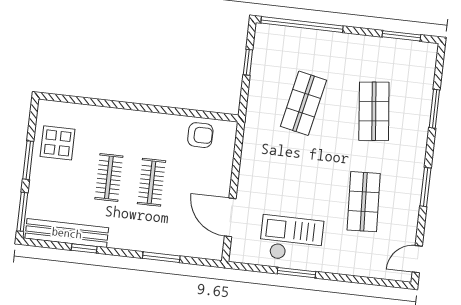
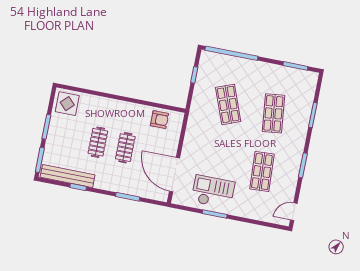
shop shelf: (304, 103) -> (228, 104), turned -33
display table: (58, 143) -> (67, 104), moved
door: (230, 217) -> (175, 175), width x1.36

